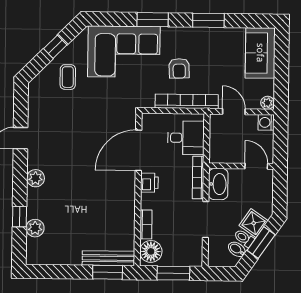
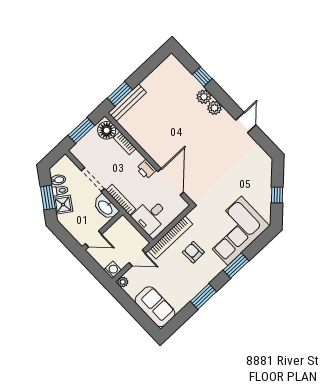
coffee table: (68, 77) -> (253, 185), removed
plant: (35, 228) -> (204, 97), moved

